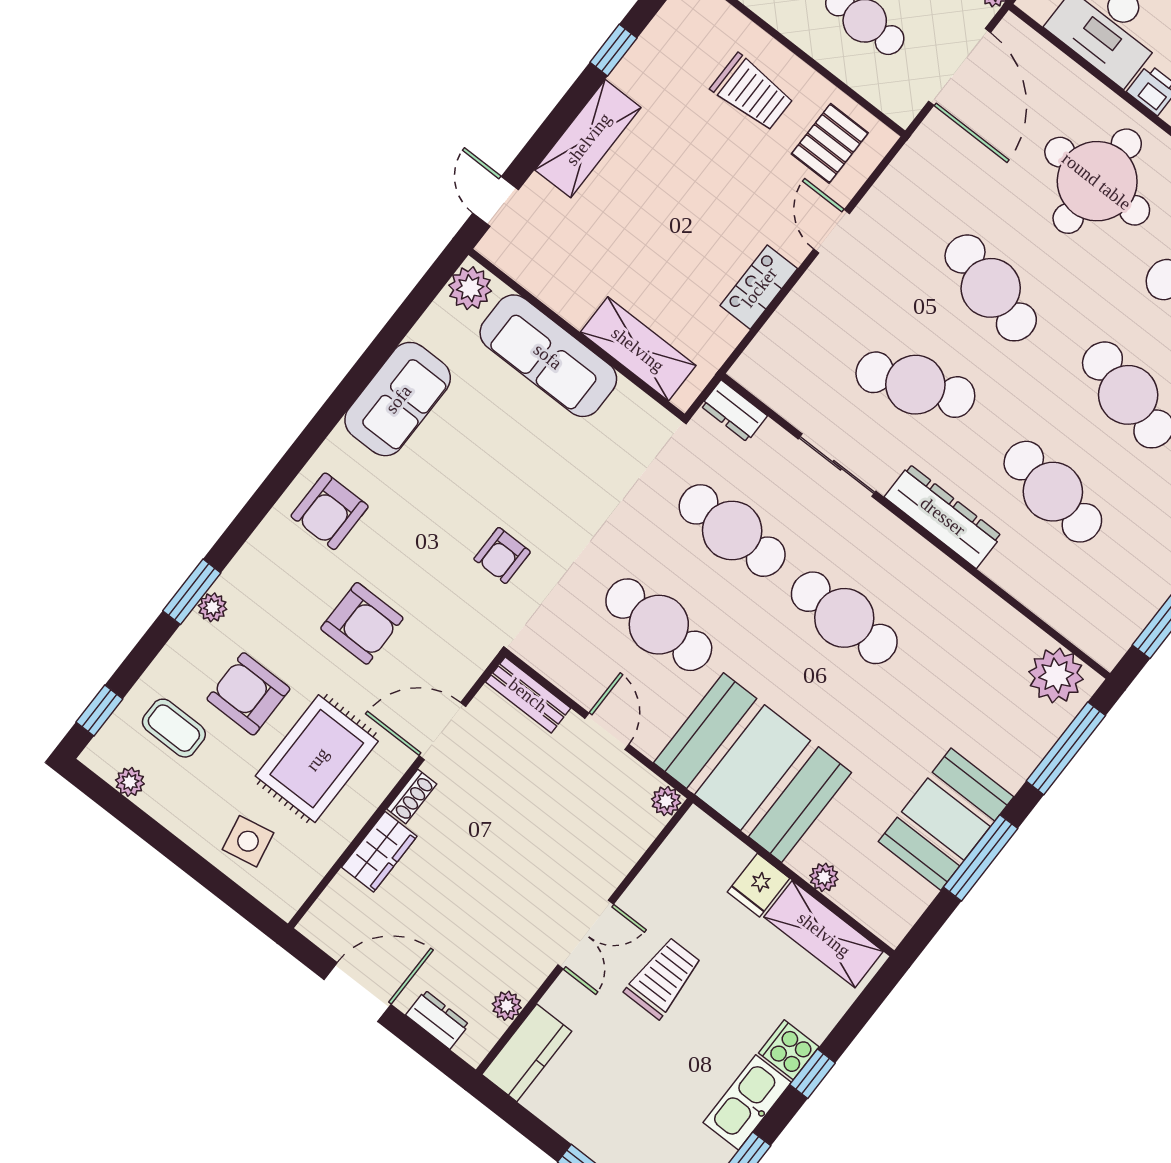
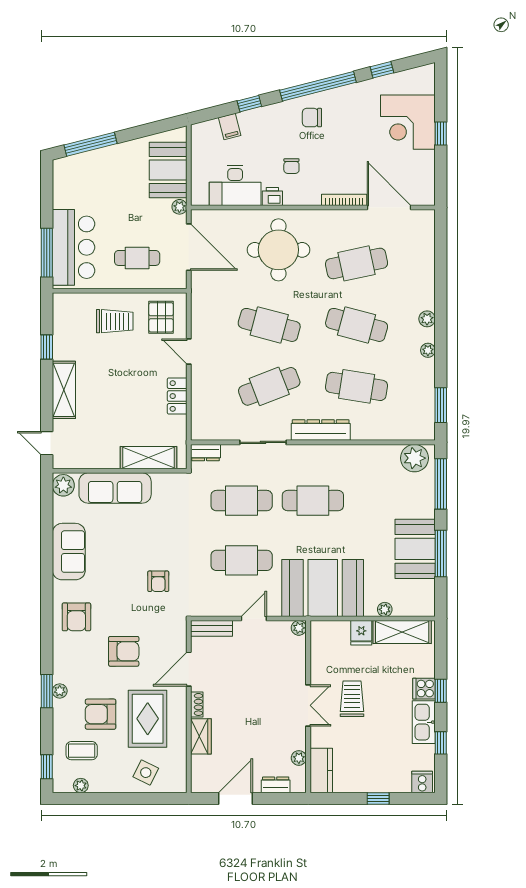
door: (607, 731) -> (254, 619), hinge flipped
side table: (248, 841) -> (146, 773), turned 37

